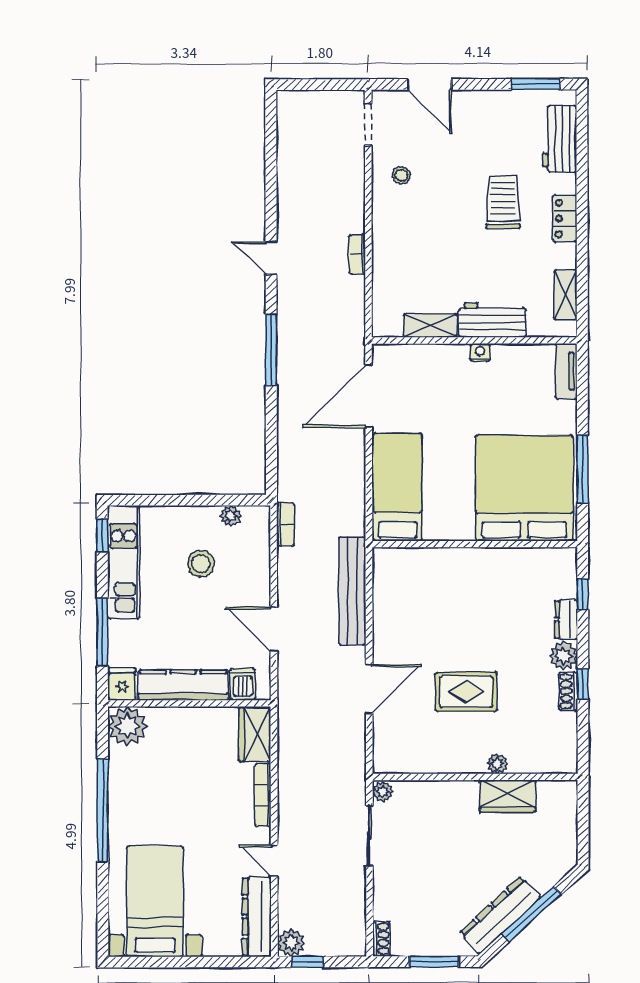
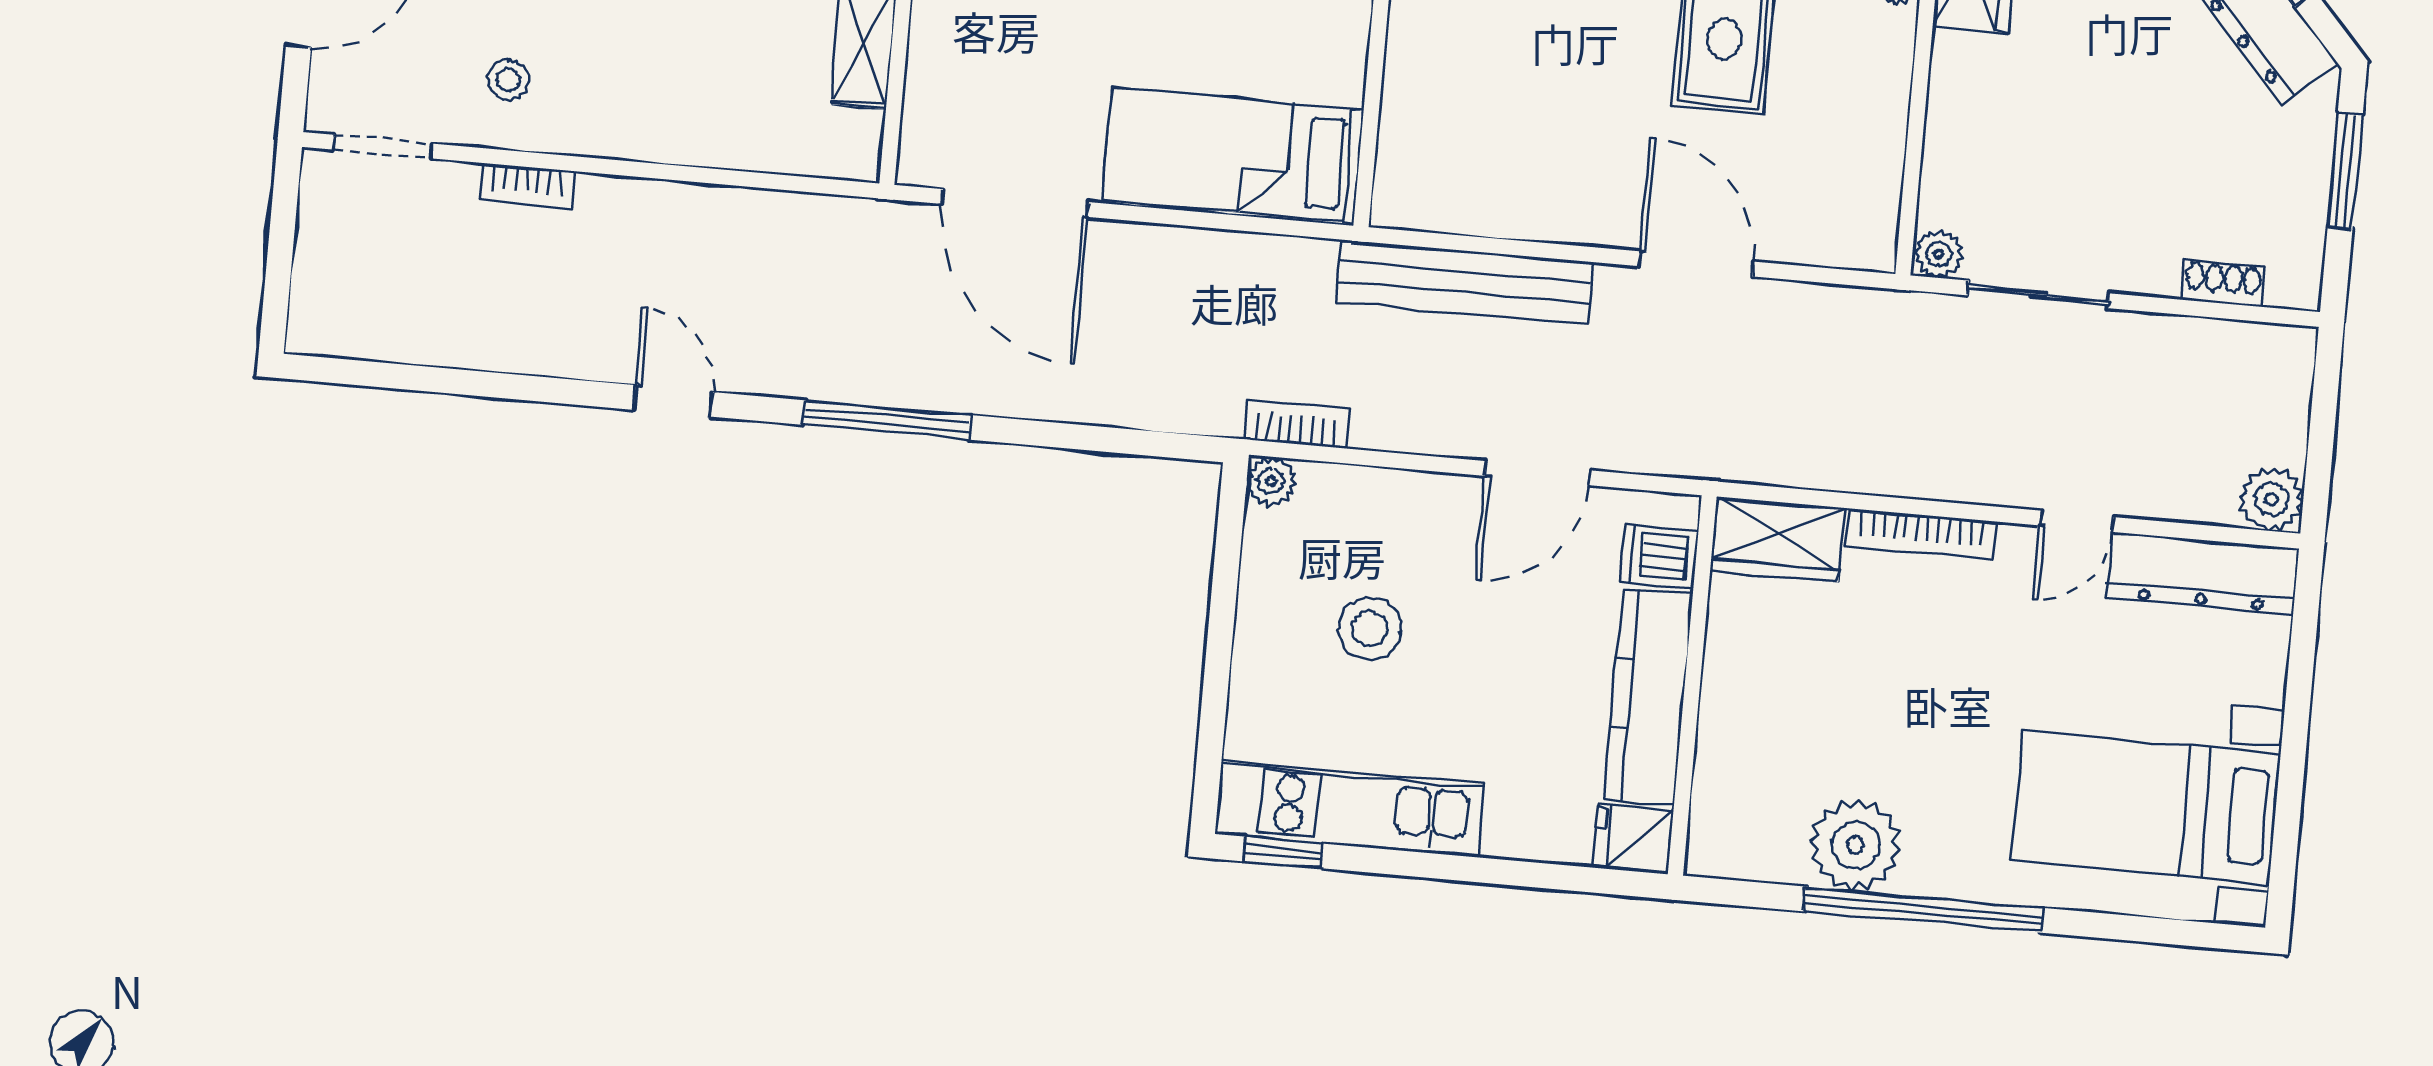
bookcase: (357, 254) -> (527, 186), moved
door: (271, 258) -> (673, 401), swing flipped
plant: (231, 516) -> (1271, 481), moved
window: (102, 632) -> (1508, 873), removed
plant: (127, 726) -> (1855, 845), moved
shoe rack: (381, 939) -> (2223, 283), moved
window: (307, 962) -> (2319, 466), removed

